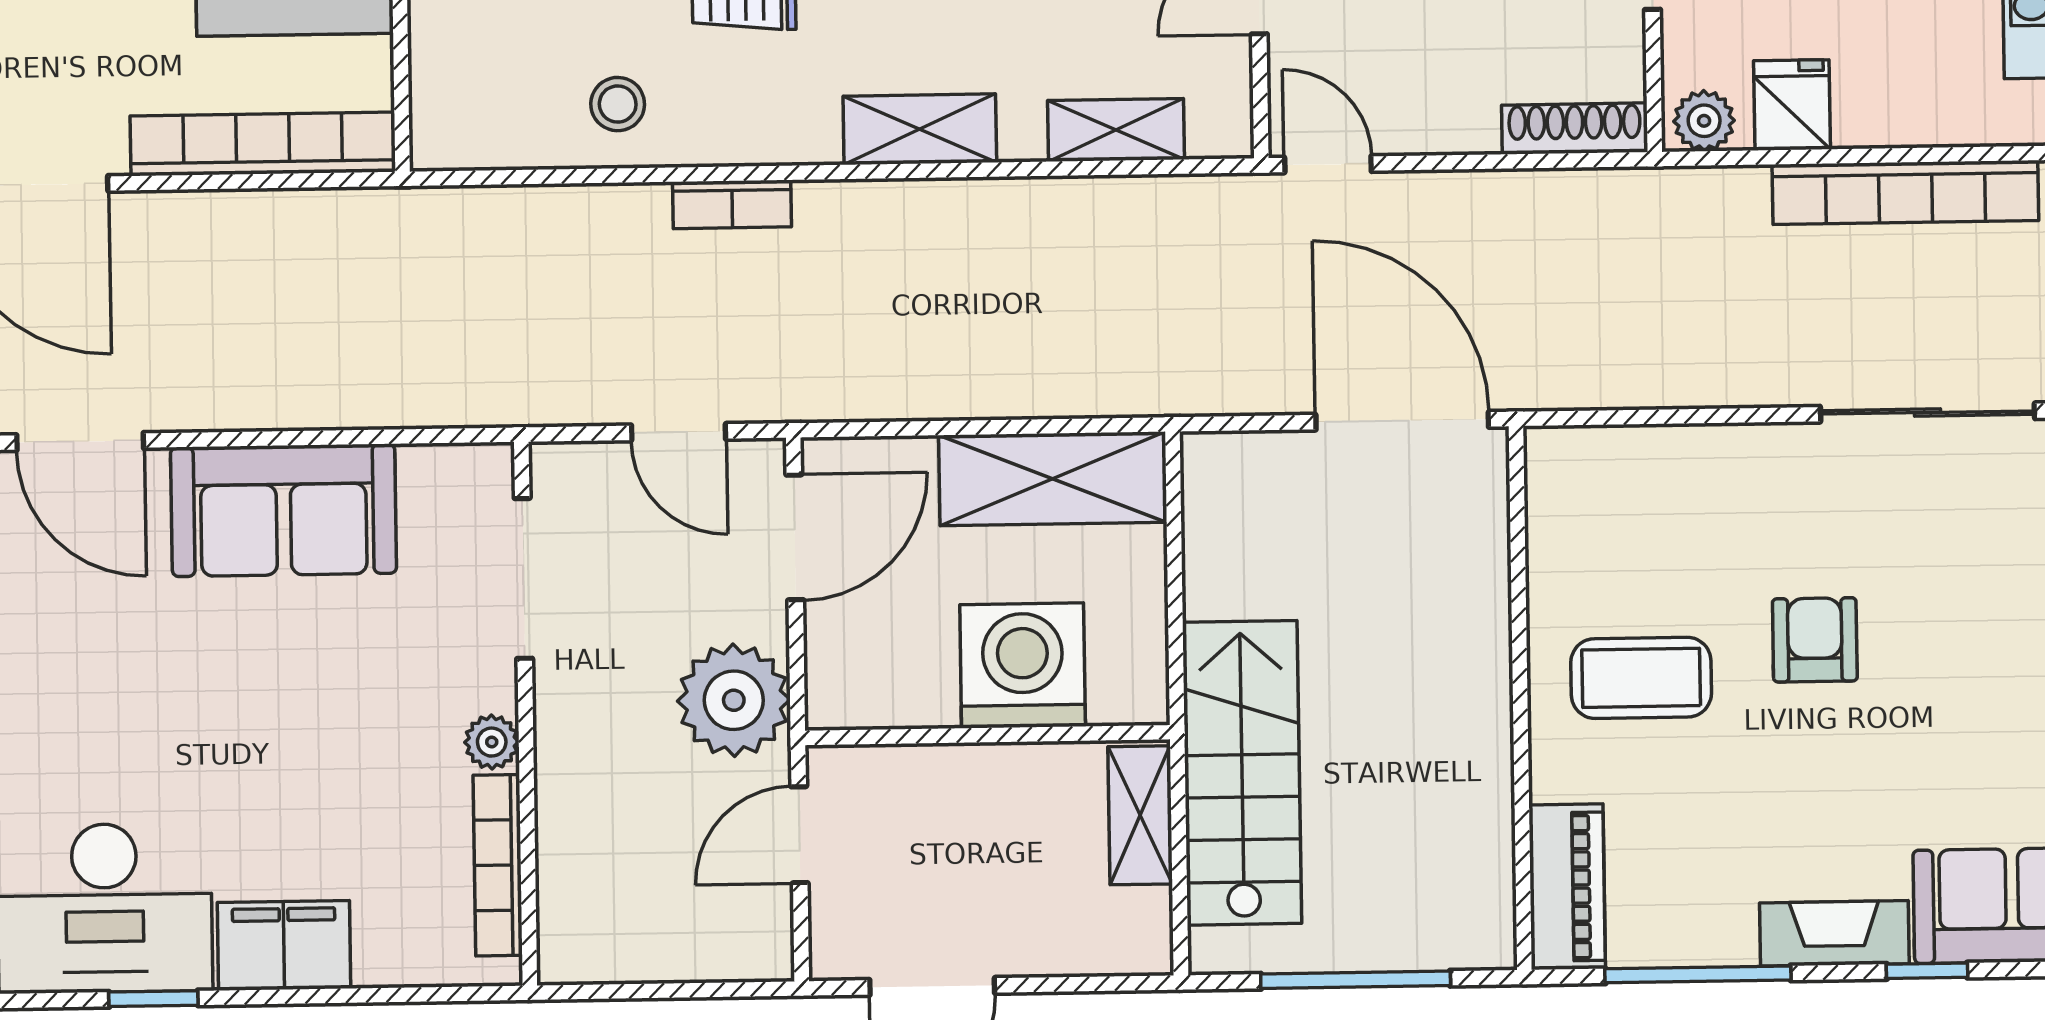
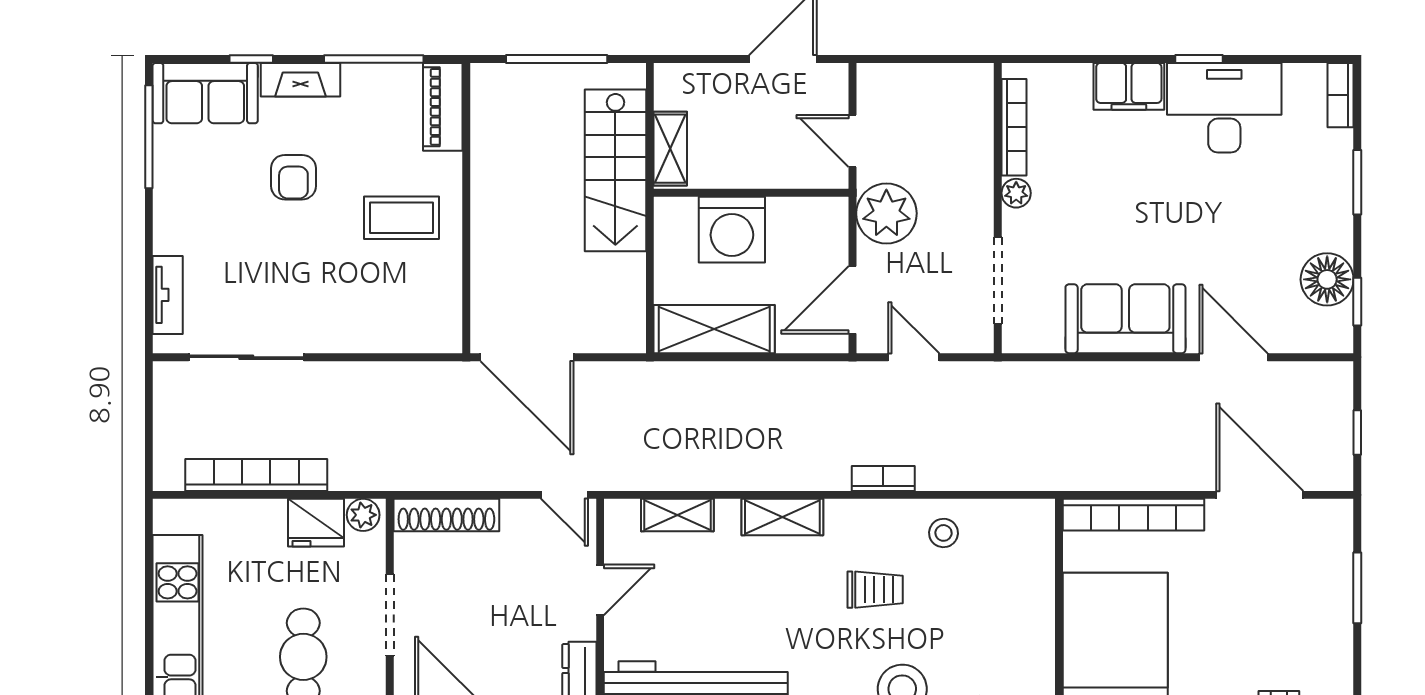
fridge: (1792, 105) -> (316, 523), width x1.38
shoe rack: (1575, 129) -> (446, 515), width x1.36, depth x1.24
armchair: (1815, 640) -> (293, 177), moved
door: (799, 835) -> (853, 141), swing flipped

